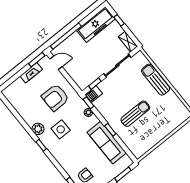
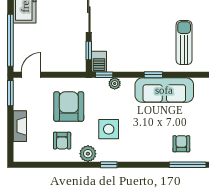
fireplace: (31, 73) -> (20, 126), moved
armchair: (55, 97) -> (69, 106), turned 180
armchair: (34, 109) -> (62, 141), added
sun lounger: (135, 114) -> (184, 43), moved

